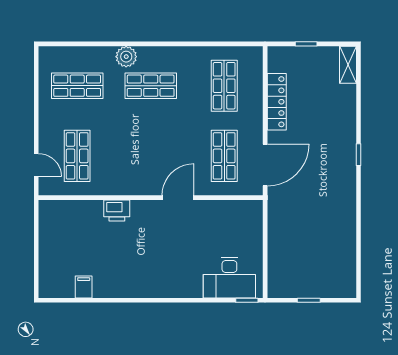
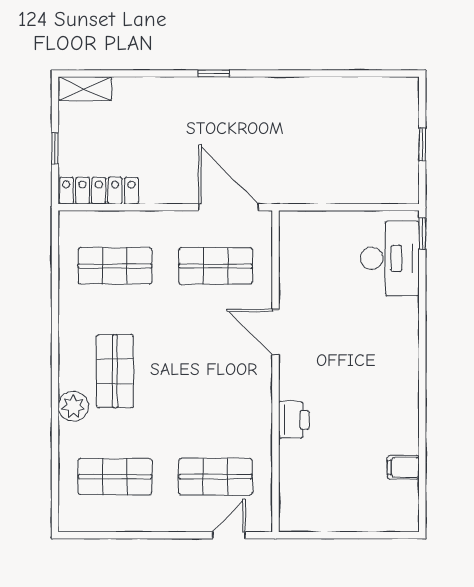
shop shelf: (77, 86) -> (115, 477), turned 90
locker: (277, 102) -> (99, 191), moved

